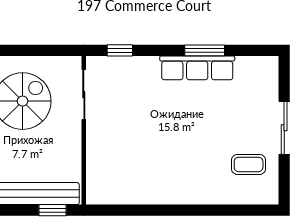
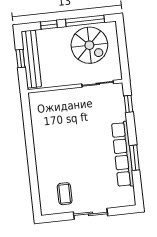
row of seats: (197, 68) -> (123, 154), width x1.36
window: (52, 210) -> (20, 58), moved

